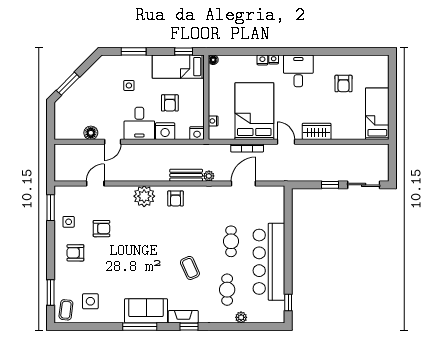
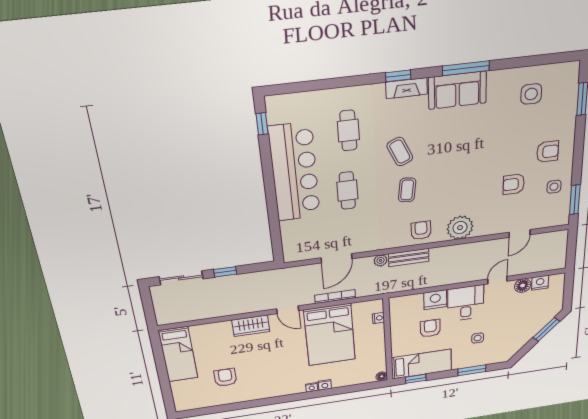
desk: (298, 71) -> (281, 381), removed
nightstand: (197, 133) -> (540, 283), moved
coffee table: (66, 310) -> (407, 190), moved
plant: (241, 317) -> (326, 97), removed

